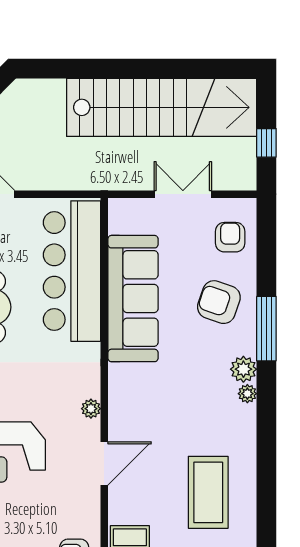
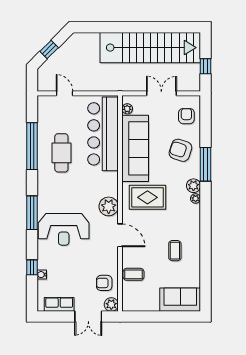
plant: (118, 223) -> (127, 109), added
rug: (156, 391) -> (147, 197), added
plant: (91, 409) -> (109, 206), width x1.88, depth x1.88
door: (104, 463) -> (120, 235), hinge flipped
coffee table: (208, 492) -> (175, 251), width x0.54, depth x0.58

